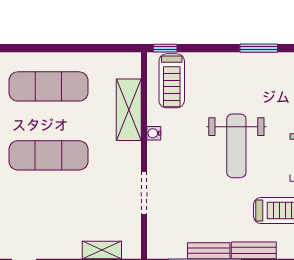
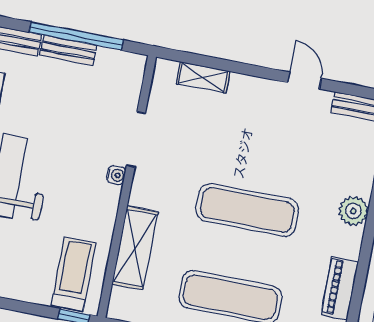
water cooler: (154, 133) -> (116, 175), moved

